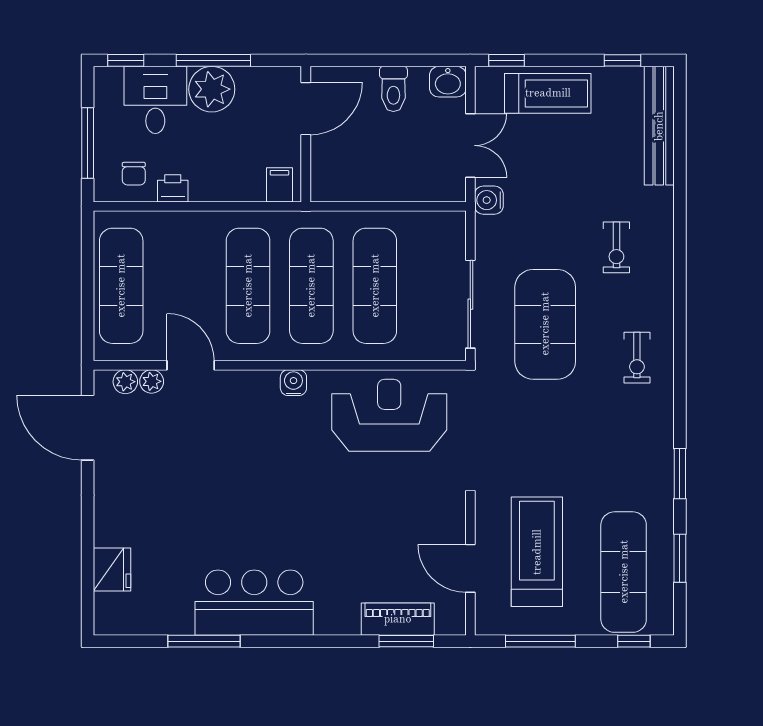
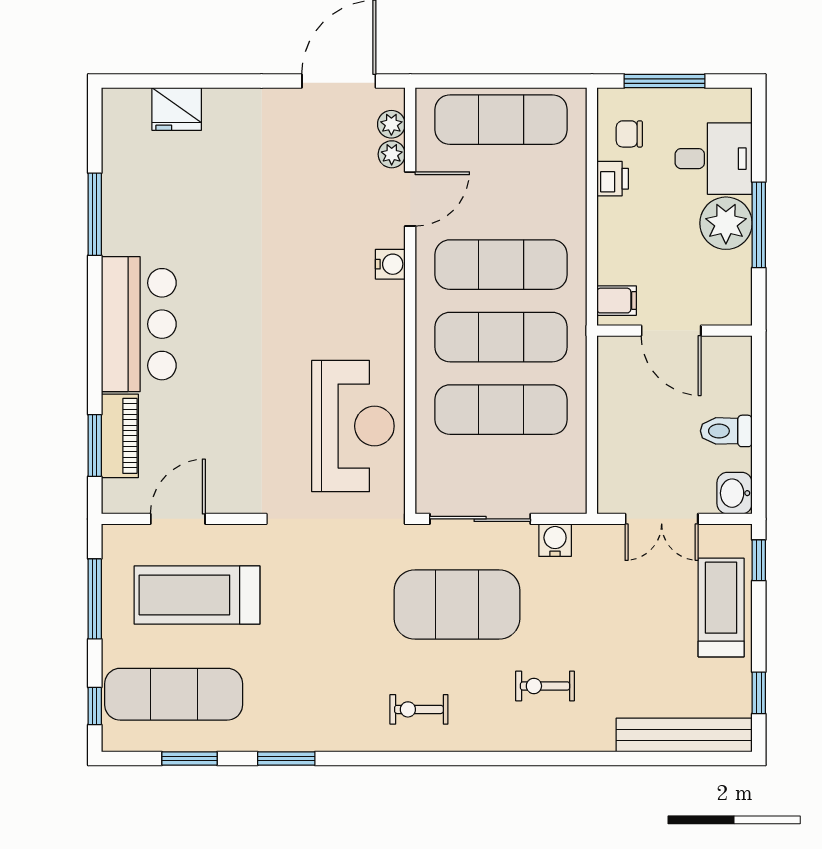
window: (126, 60) -> (759, 125), removed
treadmill: (548, 93) -> (721, 608), turned 180
door: (306, 109) -> (671, 331), moved
water cooler: (489, 200) -> (555, 540), moved
water cooler: (293, 383) -> (390, 264), moved
treadmill: (537, 552) -> (197, 595), turned 180
bar counter: (254, 603) -> (139, 324), moved

